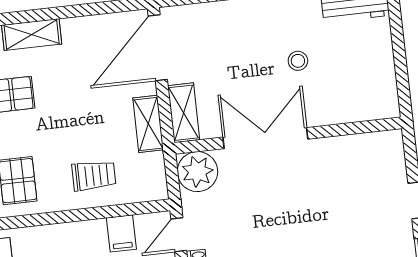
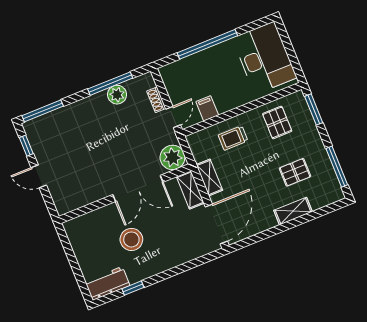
stool: (298, 61) -> (131, 239), width x1.89, depth x1.89

